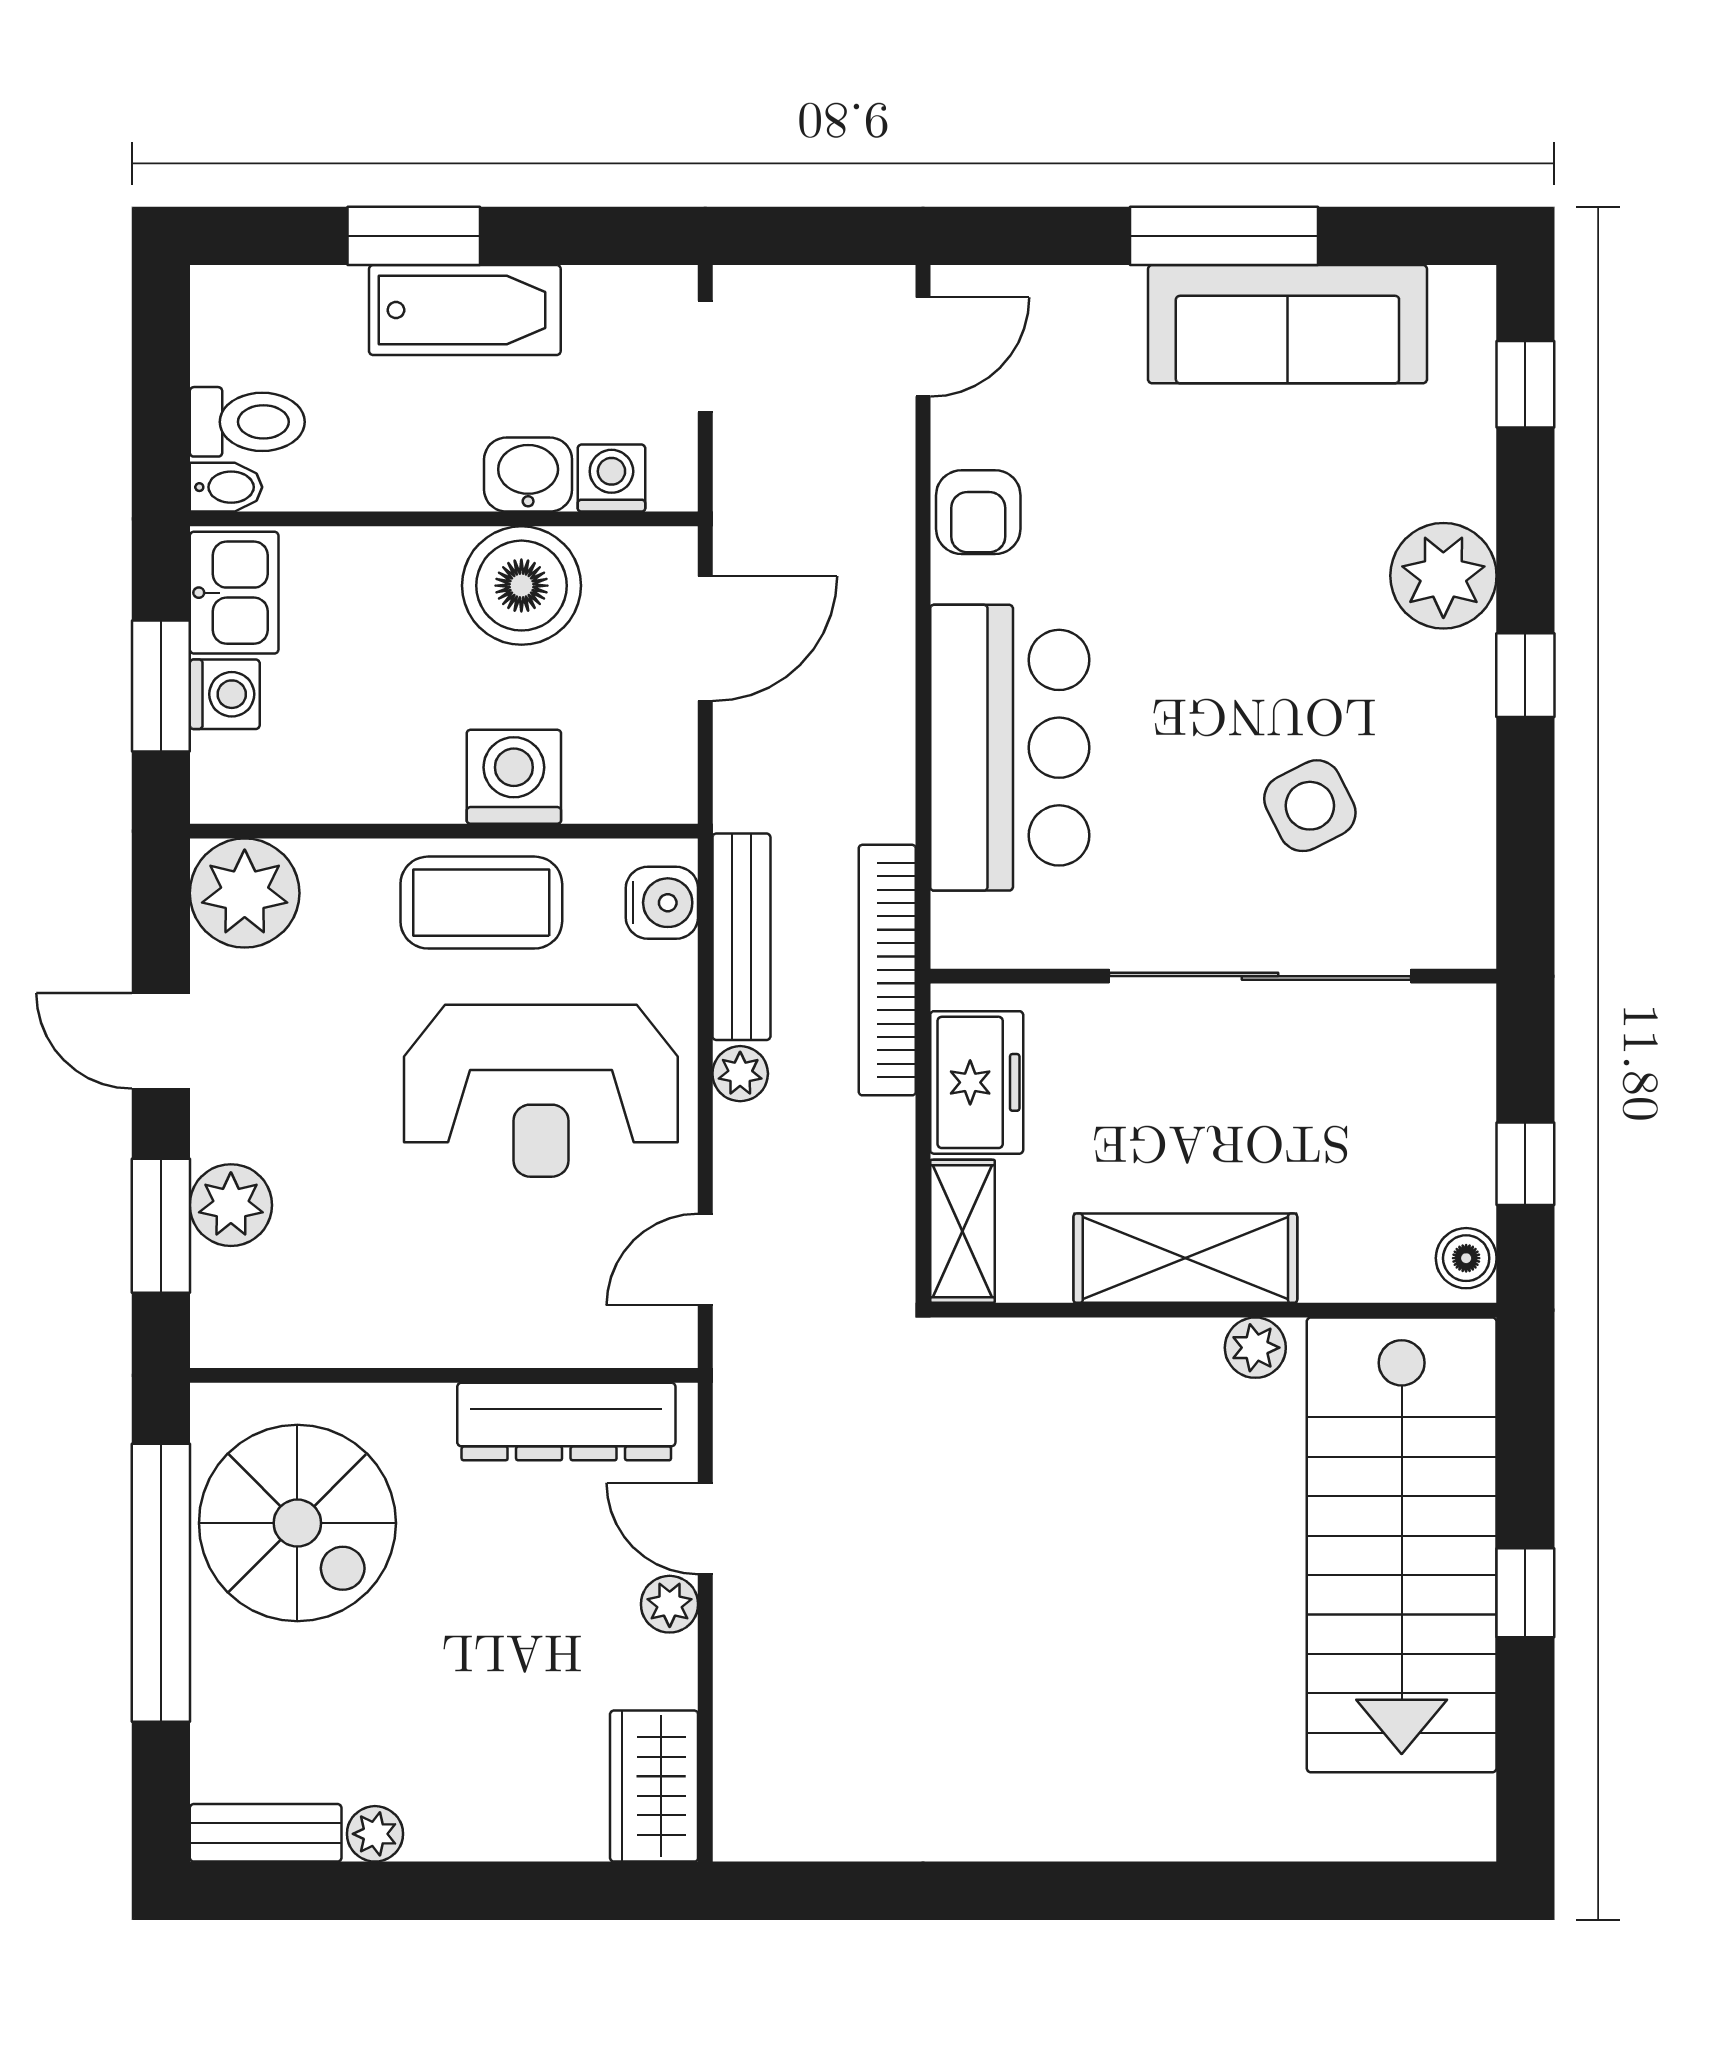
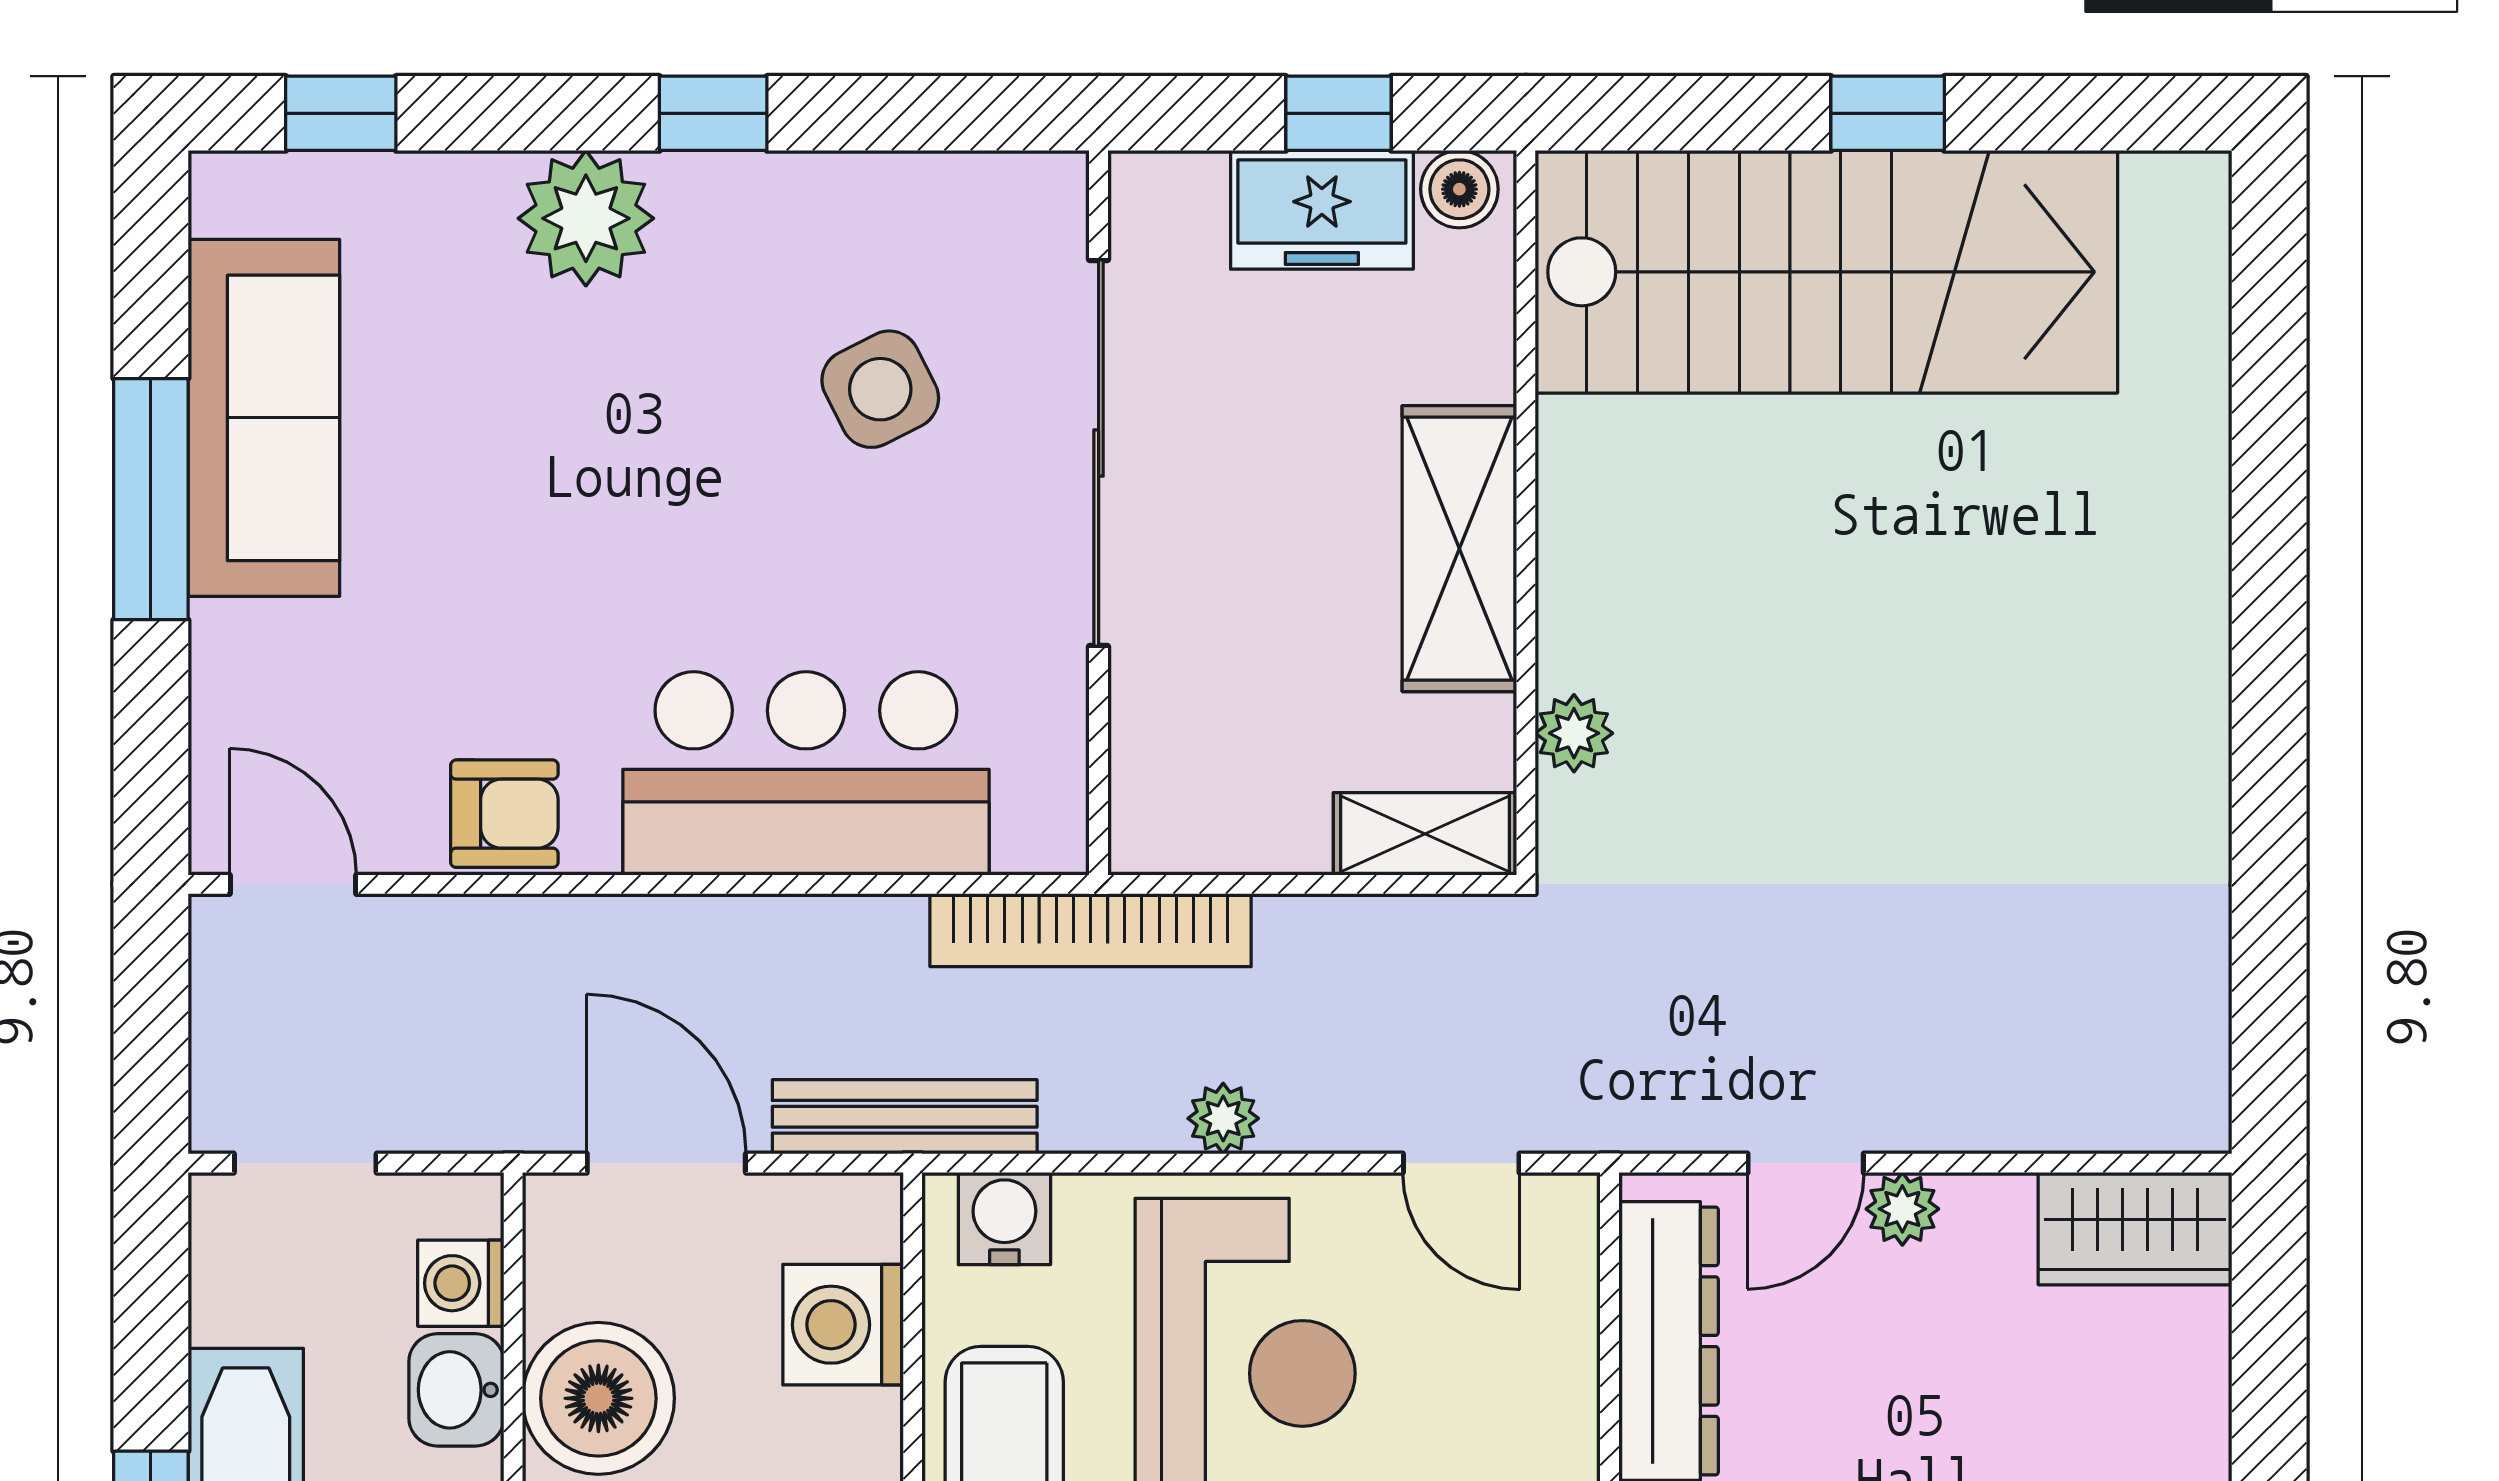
washing machine: (514, 777) -> (843, 1325), moved
bench: (741, 937) -> (905, 1117), moved
freezer: (977, 1082) -> (1322, 210), moved, turned 180
plant: (1255, 1348) -> (1574, 733), moved

